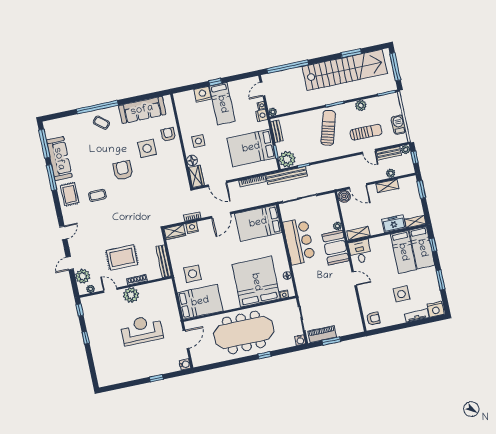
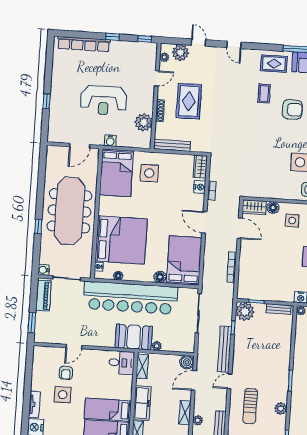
sun lounger: (328, 128) -> (266, 366), removed
bed: (251, 148) -> (268, 276), removed
door: (369, 152) -> (230, 381), moved
armchair: (123, 170) -> (292, 109), moved
bench: (287, 175) -> (225, 349), moved
door: (218, 184) -> (240, 228), swing flipped
freezer: (394, 224) -> (142, 403), width x1.40
floor lamp: (278, 240) -> (160, 277), added
bar counter: (299, 241) -> (130, 298), width x1.86
door: (354, 279) -> (74, 347), moved
plant: (131, 295) -> (144, 122), moved
armchair: (373, 319) -> (66, 373), moved
reception desk: (142, 330) -> (104, 100), turned 90
door: (186, 339) -> (80, 146), hinge flipped
window: (331, 341) -> (32, 323), moved
row of seats: (99, 360) -> (84, 44), added
water cooler: (185, 364) -> (110, 141), moved

